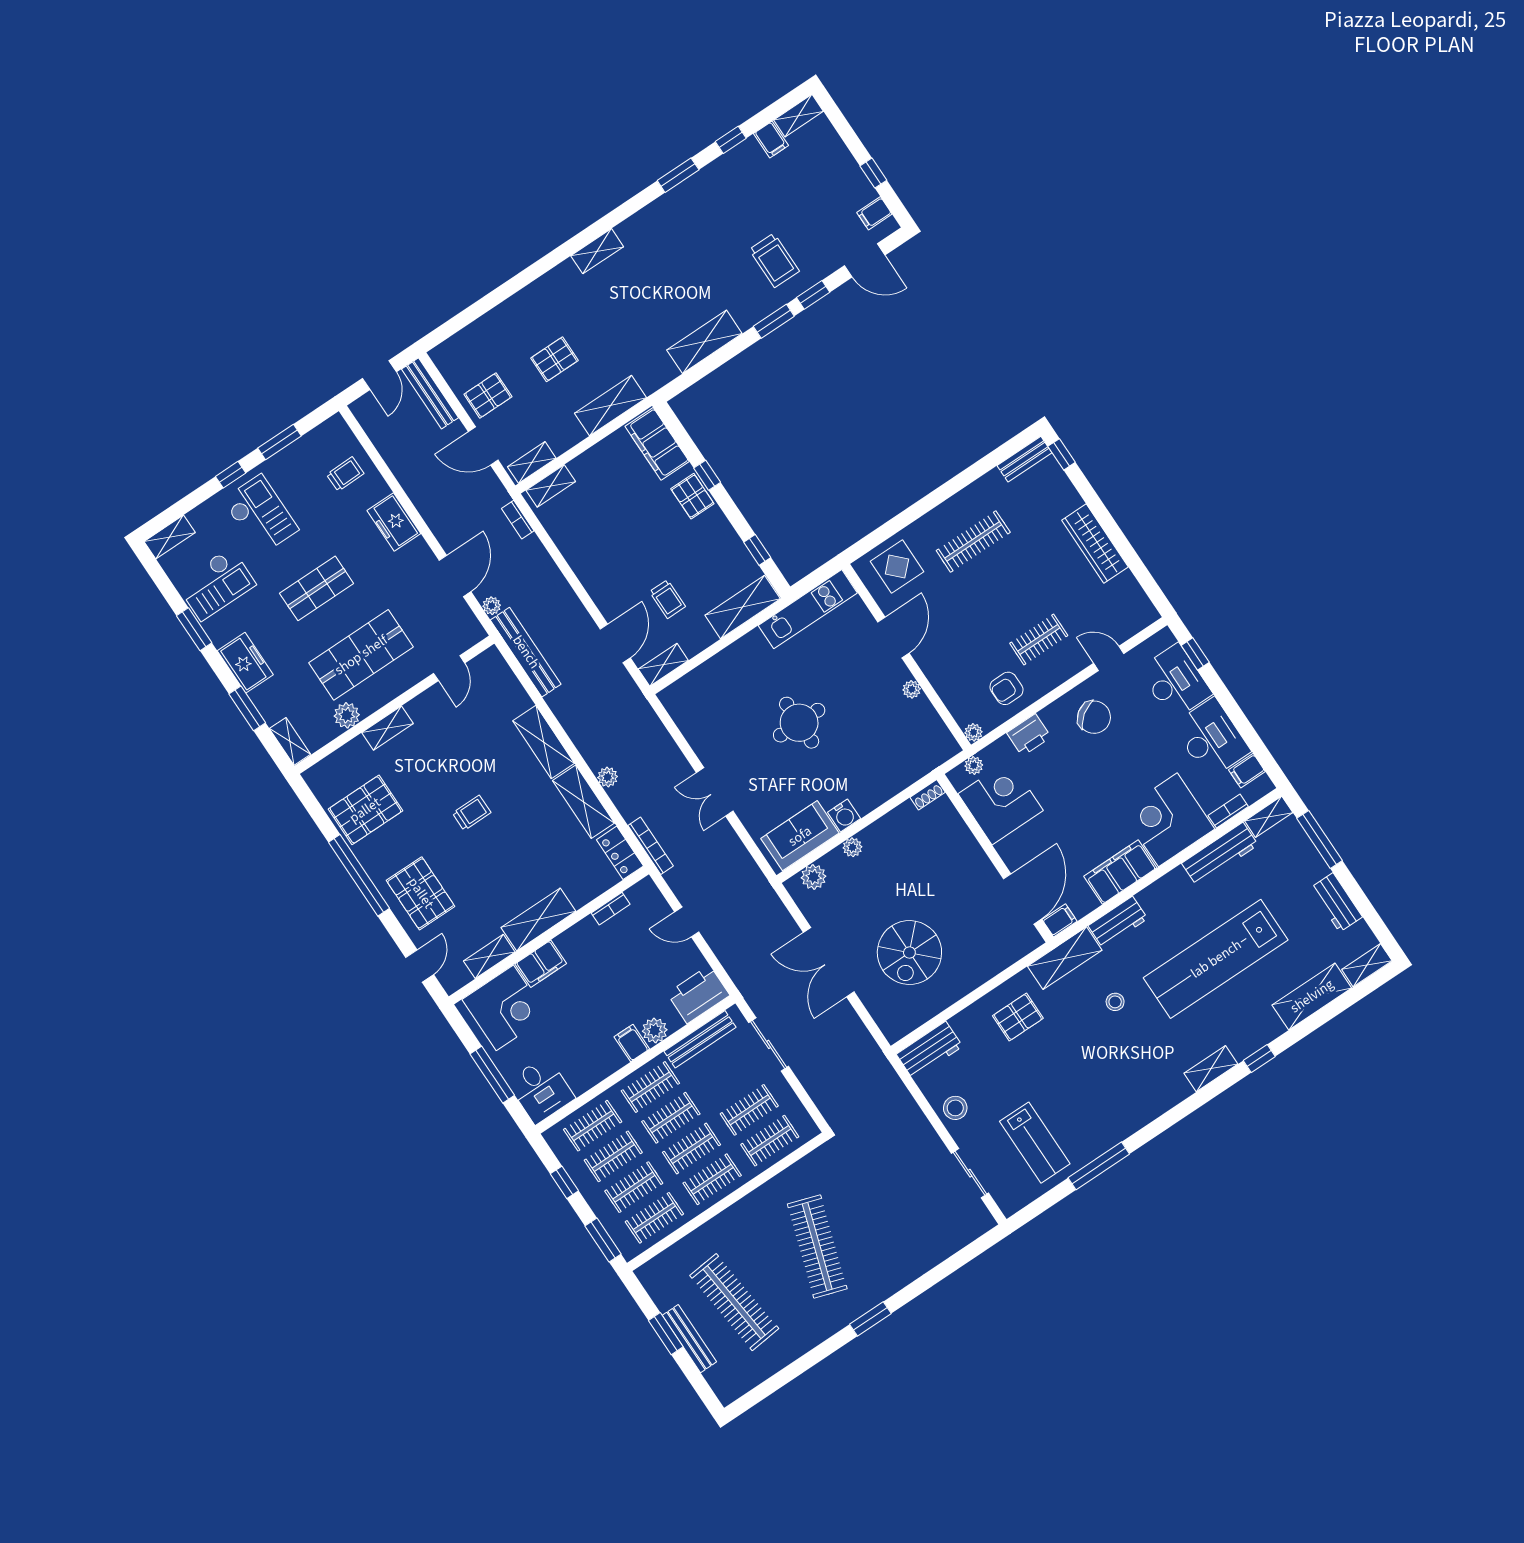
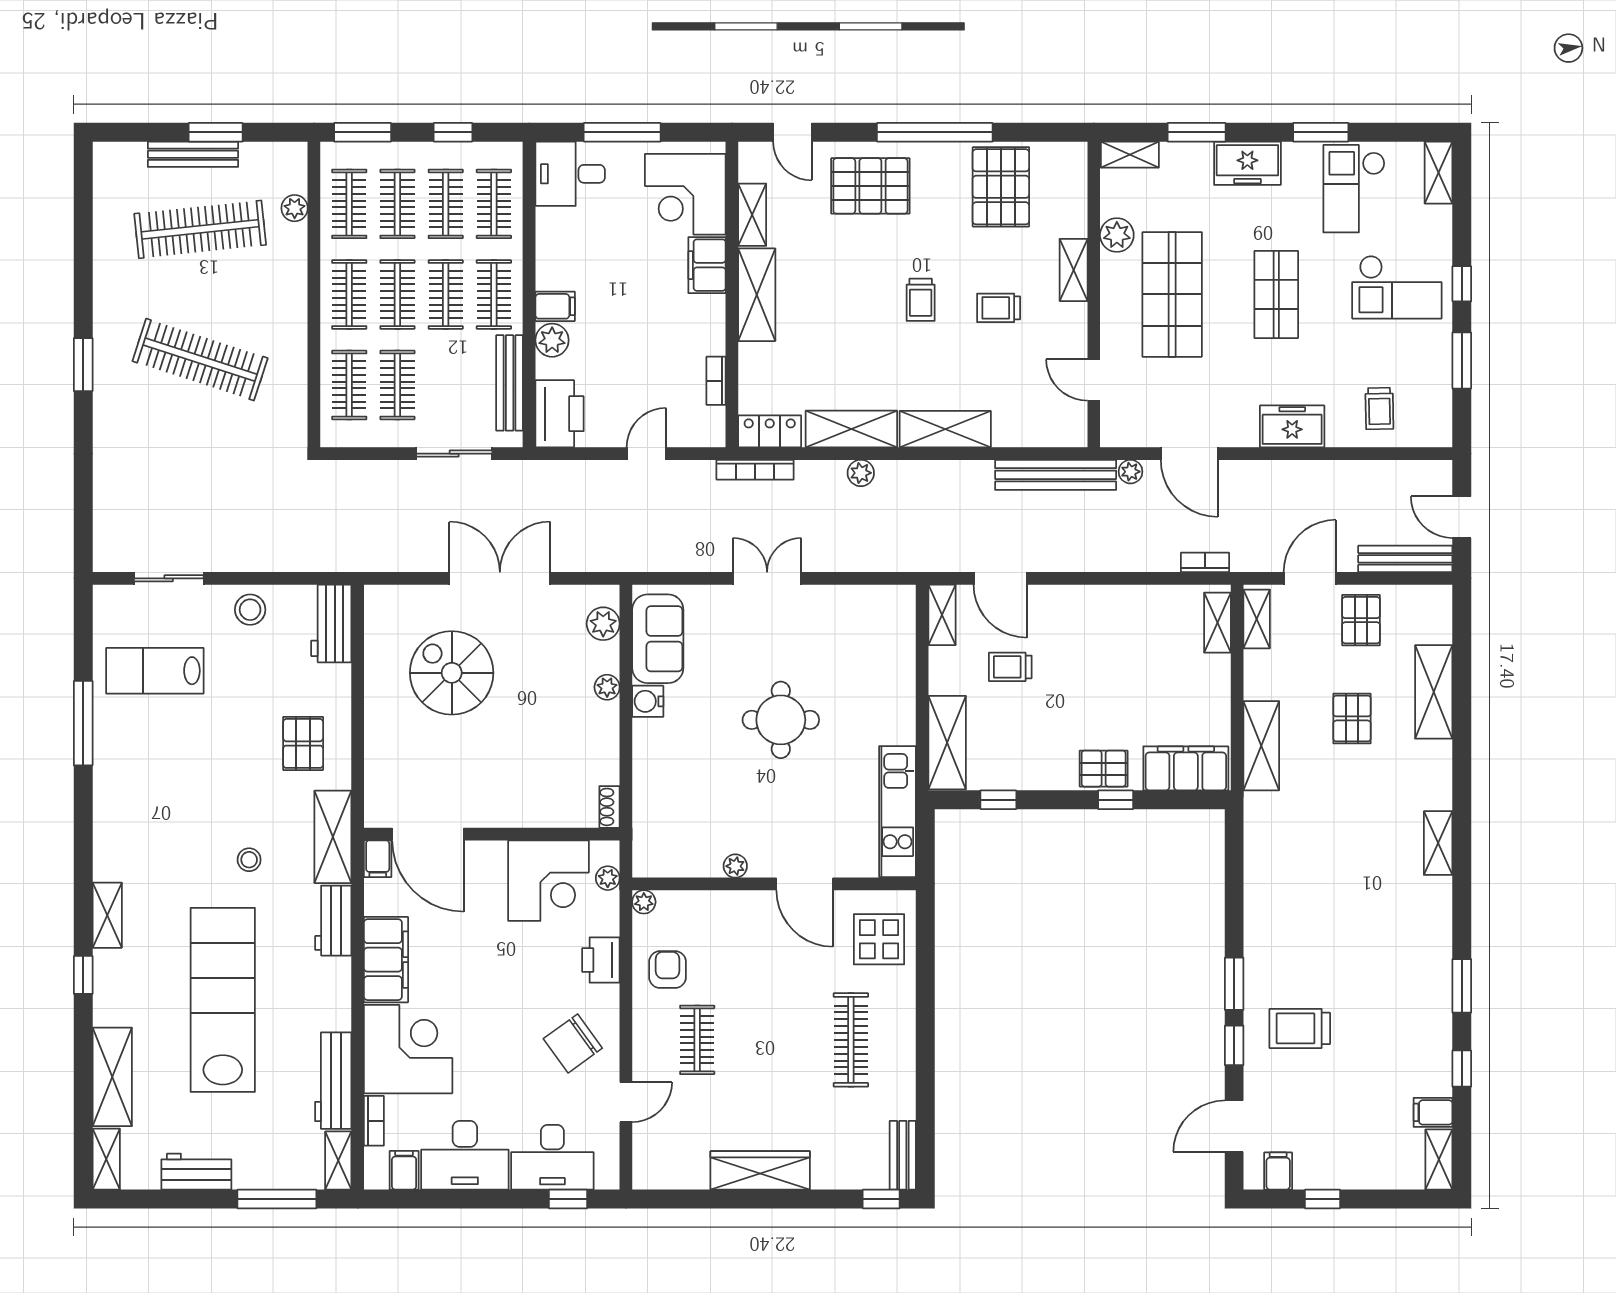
shelving: (704, 342) -> (1434, 692), moved
trolley: (444, 760) -> (999, 308), added
plant: (680, 1251) -> (295, 208), added

